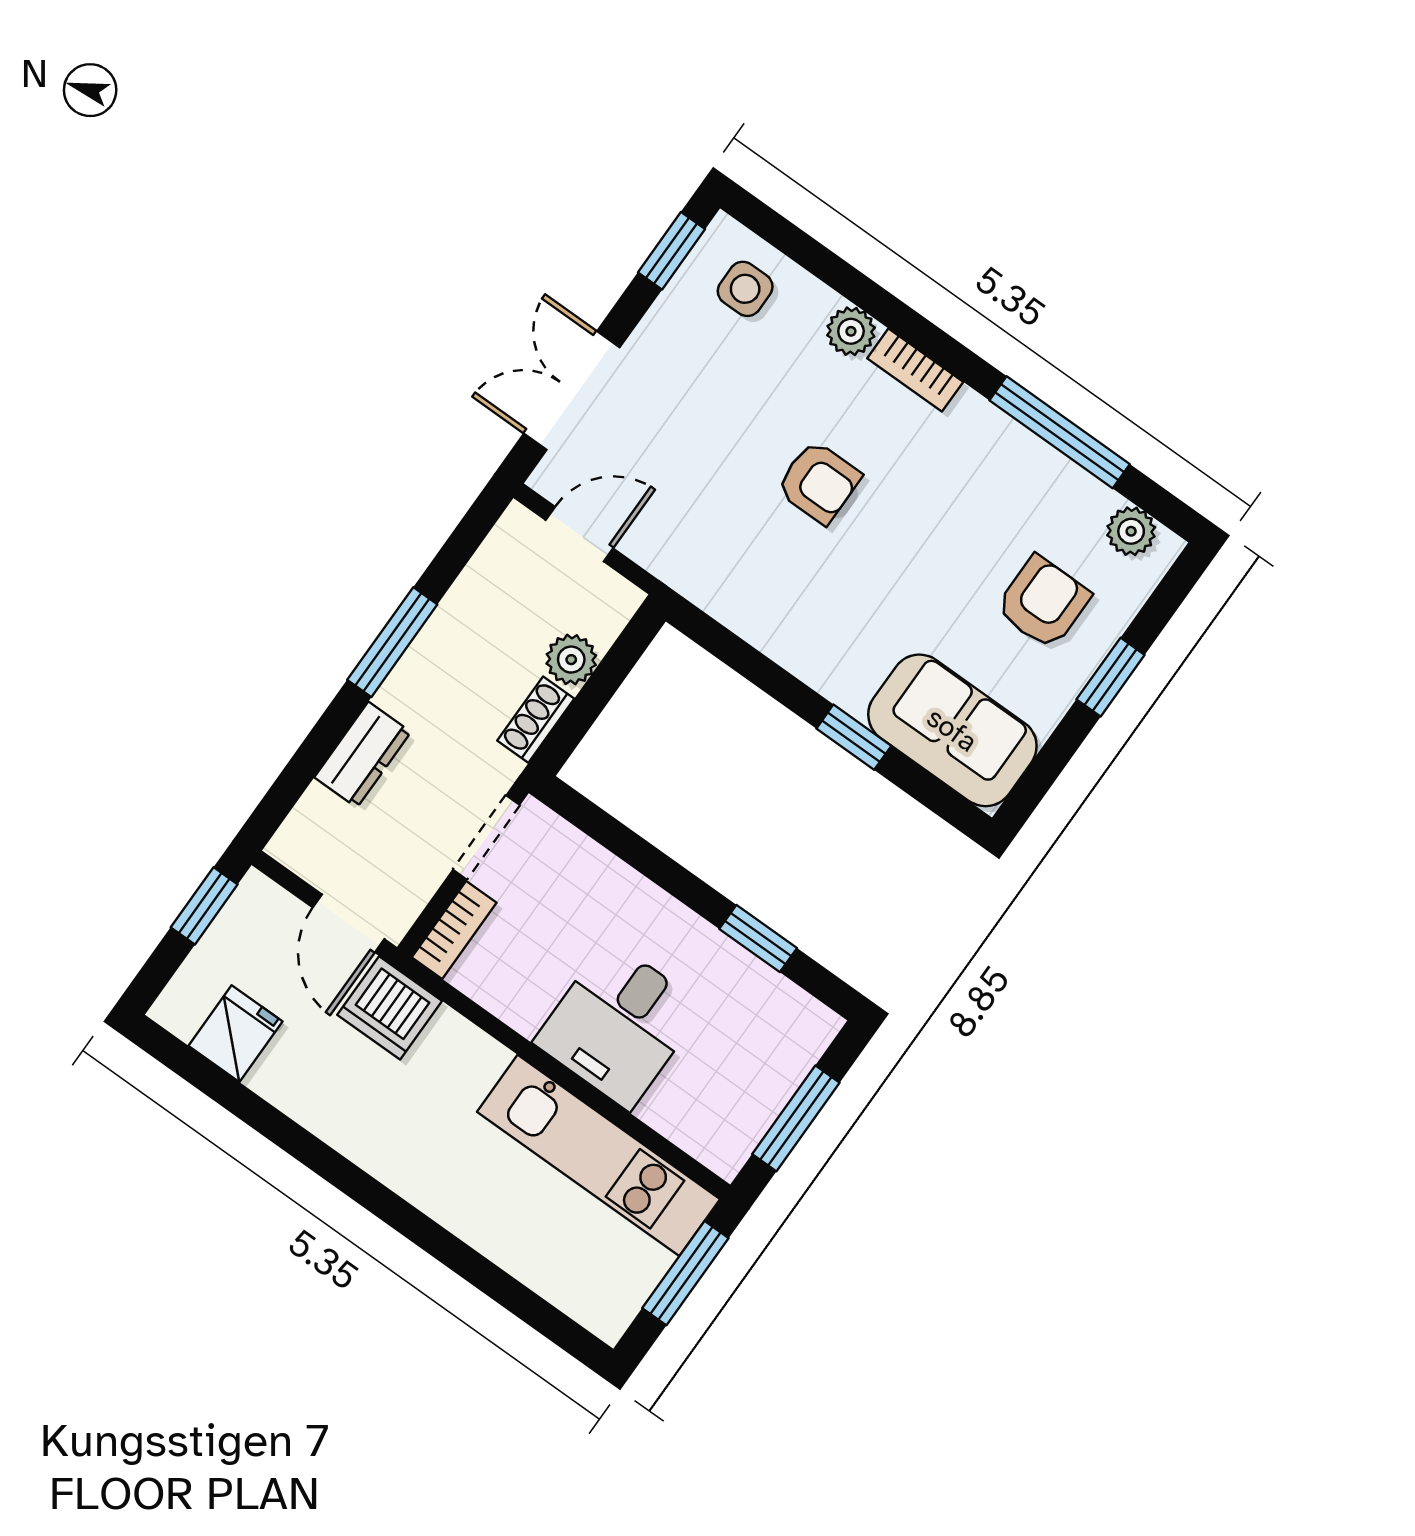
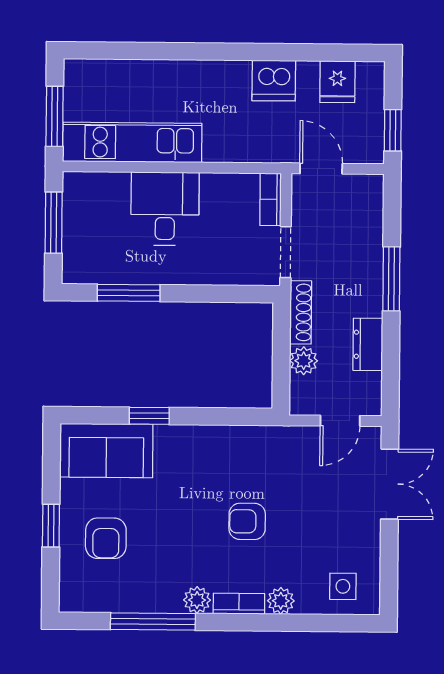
window: (672, 251) -> (389, 580), removed
plant: (1131, 531) -> (197, 600), moved
window: (392, 642) -> (391, 279), moved
shoe rack: (536, 720) -> (301, 312), width x1.43
dresser: (363, 755) -> (368, 344), moved
window: (758, 938) -> (129, 293), width x1.50
dishwasher: (390, 1008) -> (274, 81), moved, turned 180

